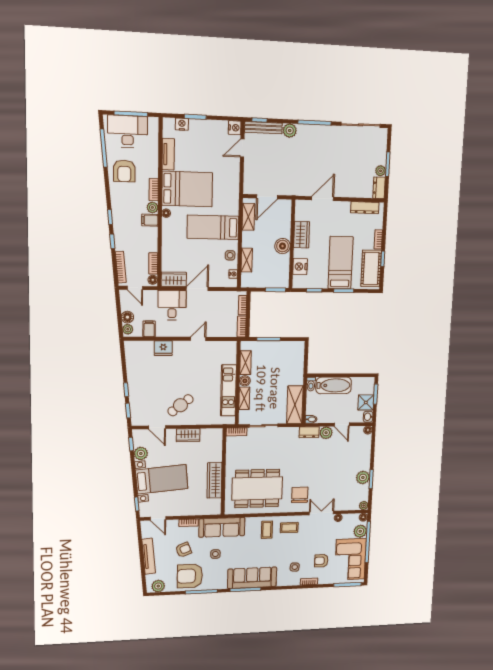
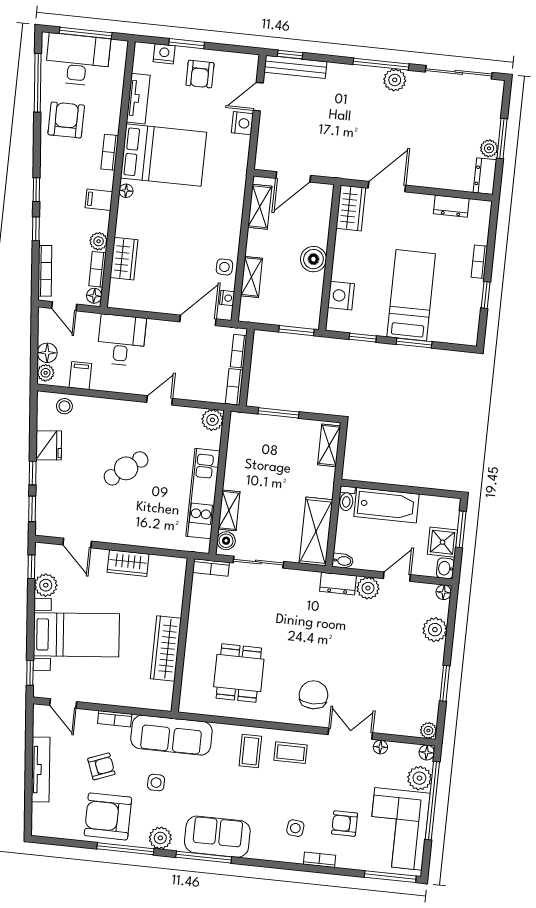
nightstand: (235, 128) -> (242, 123), moved
plant: (290, 131) -> (395, 80), moved
armchair: (205, 136) -> (200, 74), added
armchair: (124, 171) -> (66, 120), turned 180
plant: (152, 207) -> (99, 241), moved
dresser: (365, 208) -> (451, 206), width x0.70
bed: (213, 227) -> (200, 219), removed
wardrobe: (302, 235) -> (351, 208), moved
cot: (371, 268) -> (464, 310), removed
wardrobe: (174, 279) -> (124, 259), moved, turned 90
door: (197, 289) -> (198, 320), moved
plant: (230, 347) -> (212, 420), added
stool: (141, 348) -> (64, 406), added
fridge: (163, 348) -> (49, 445), moved, turned -95
shelving: (245, 363) -> (329, 445), moved
boiler: (245, 381) -> (226, 541), moved
cafe table: (180, 405) -> (126, 468), moved
door: (342, 425) -> (397, 577), swing flipped
plant: (363, 477) -> (435, 630), moved
dining table: (257, 488) -> (239, 673), width x0.53, depth x0.80
sofa: (252, 578) -> (217, 837), width x0.73
plant: (158, 586) -> (160, 838), moved

